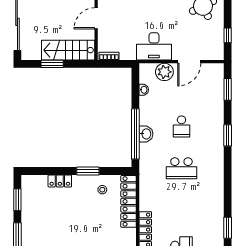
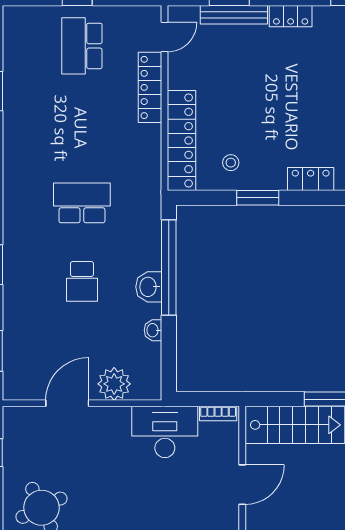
desk: (154, 46) -> (165, 432), moved
washbasin: (144, 90) -> (153, 330), moved
school desk: (181, 126) -> (82, 281), turned 180
washbasin: (146, 134) -> (149, 287), moved

